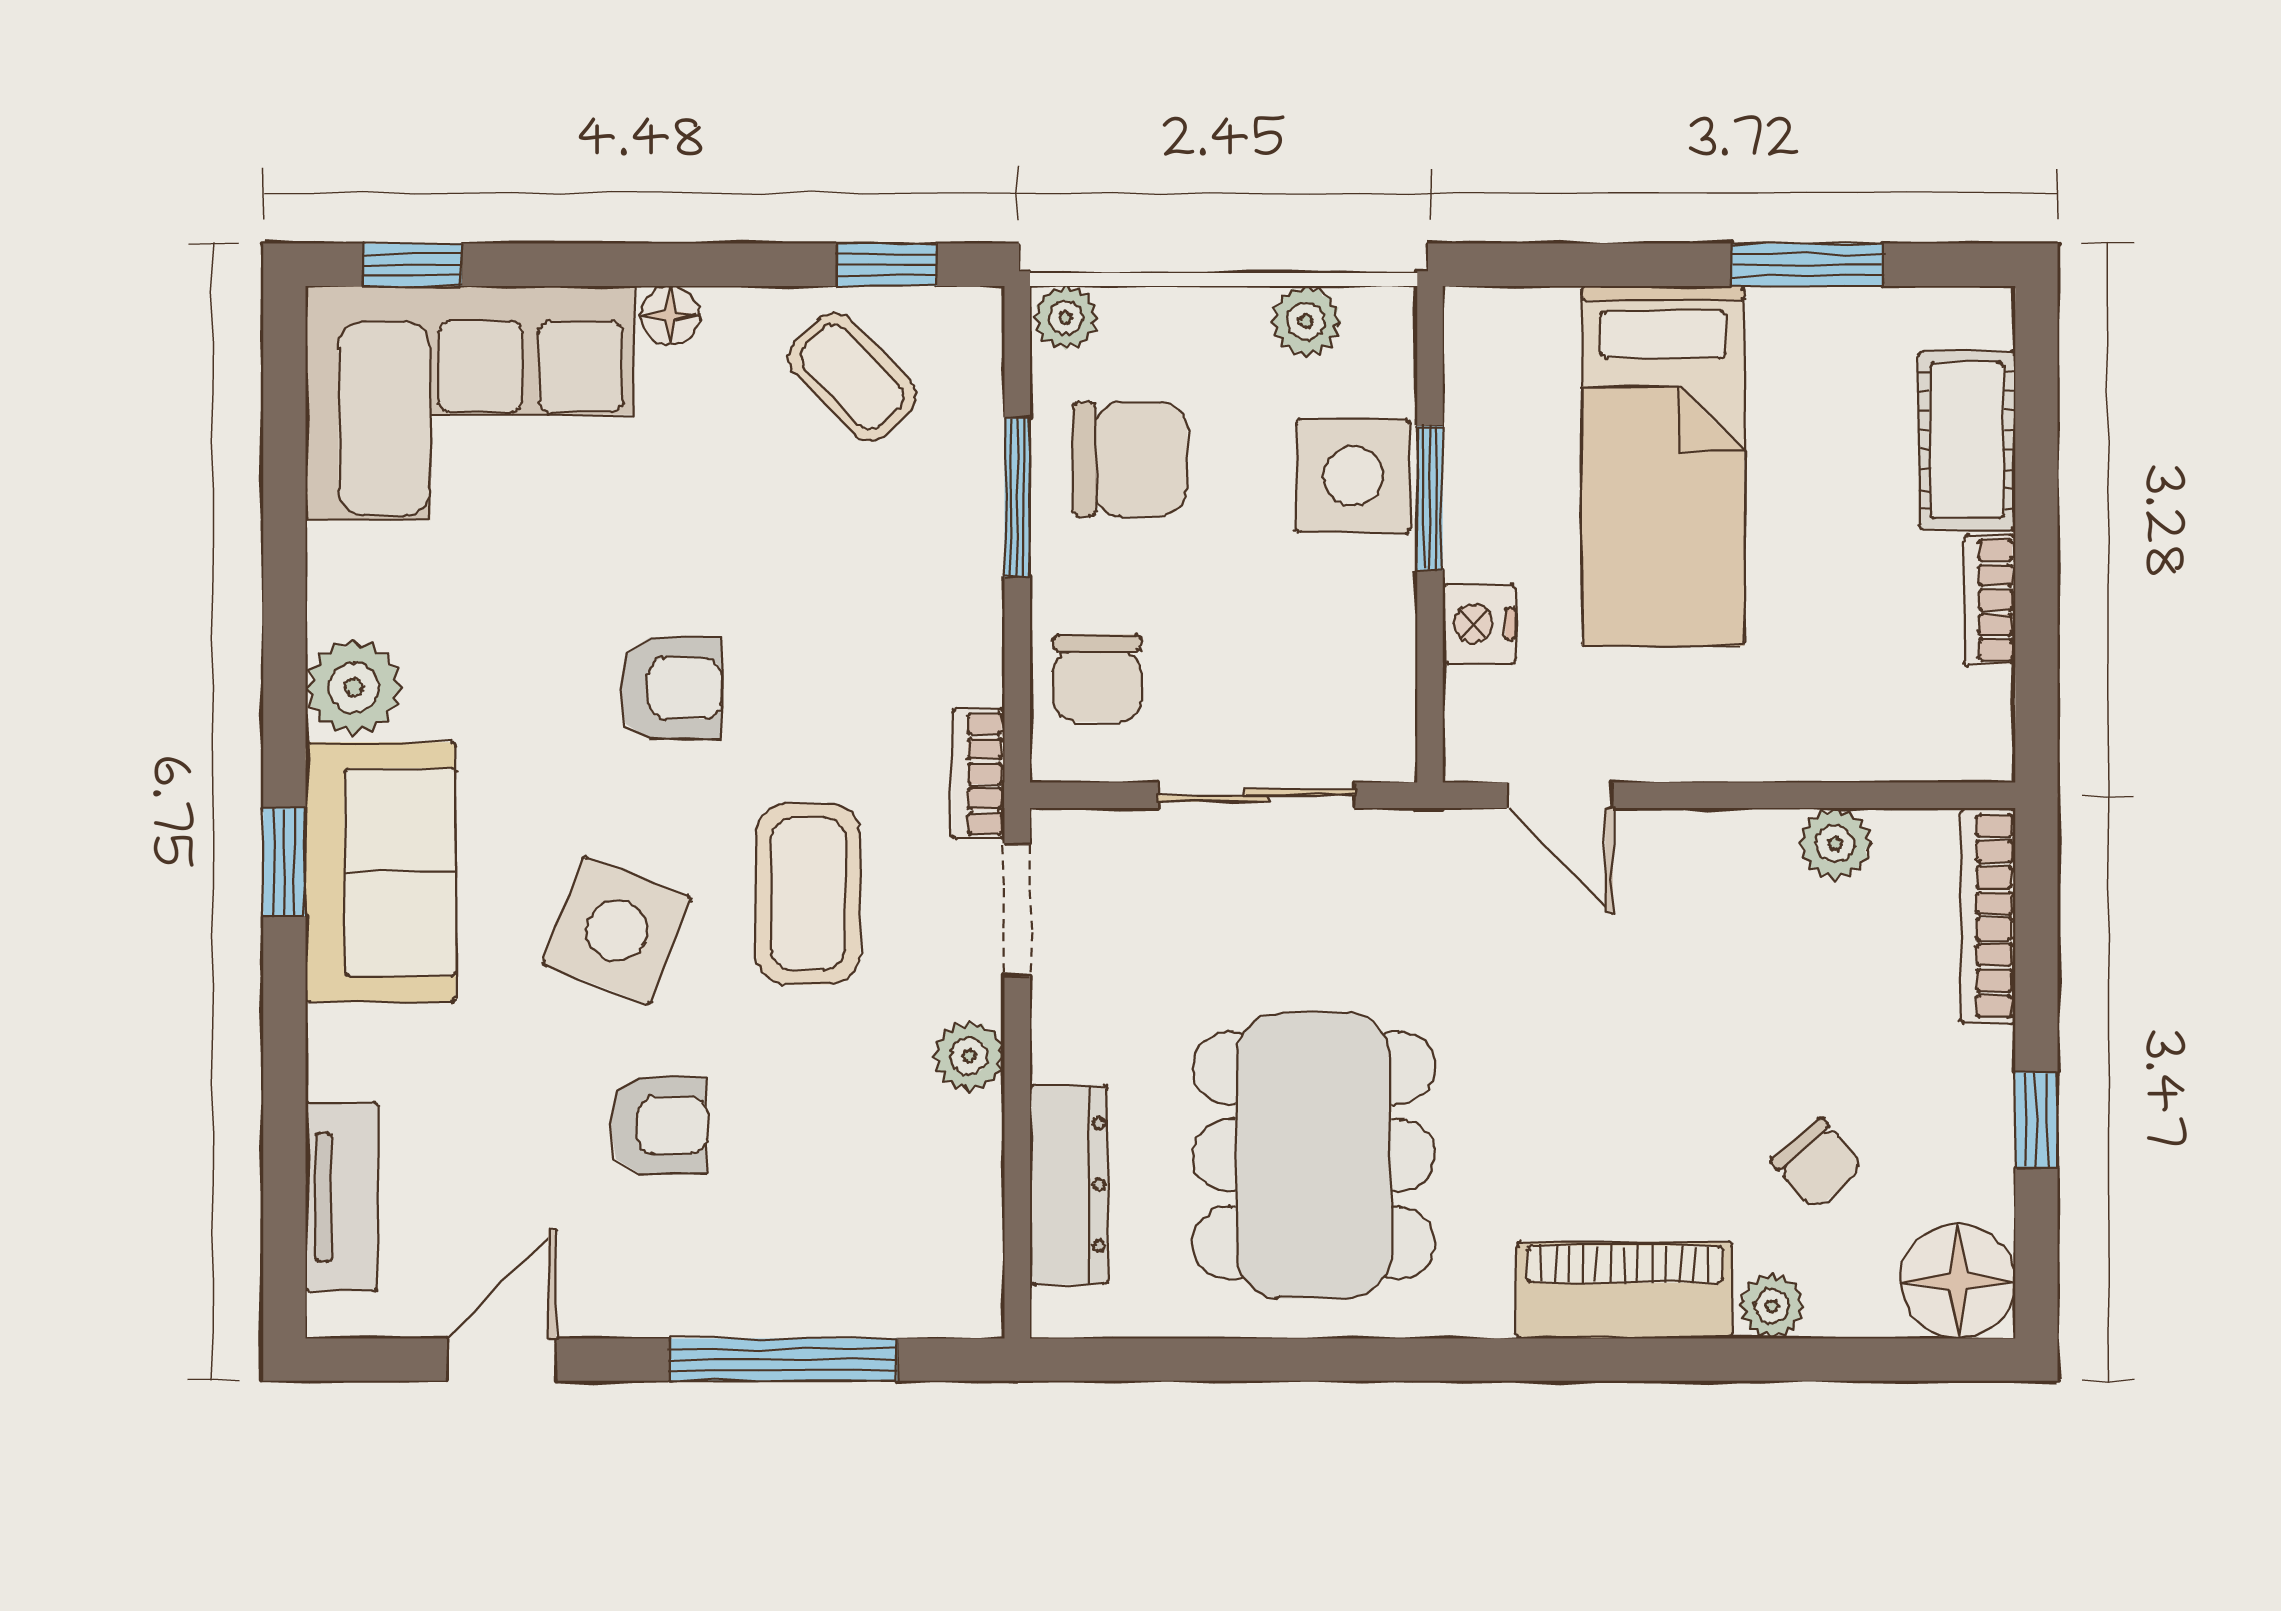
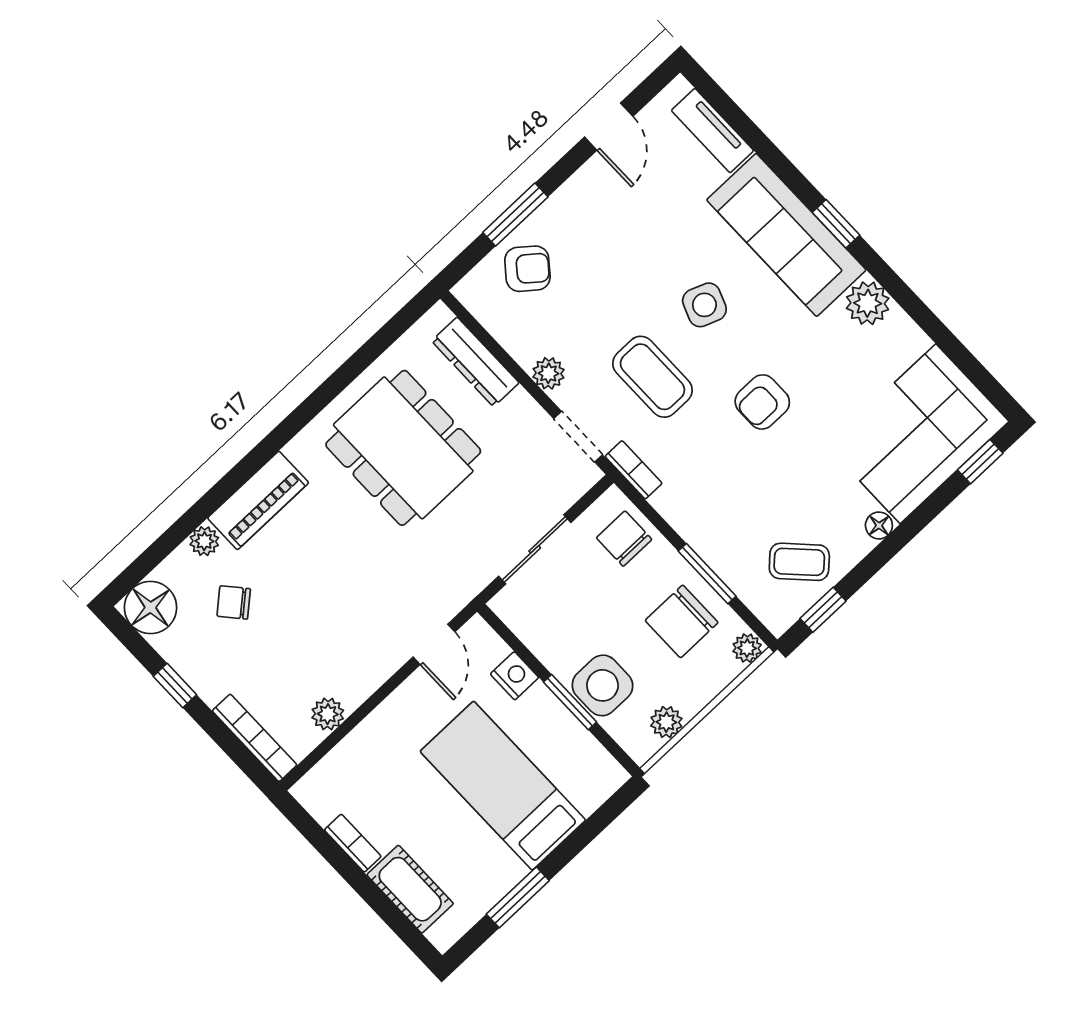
door: (1560, 795) -> (434, 644), swing flipped
sofa: (381, 872) -> (786, 235), width x1.36
side table: (617, 931) -> (704, 305), width x0.73, depth x0.73
armchair: (659, 1125) -> (527, 269), moved, turned -141
window: (783, 1360) -> (515, 215), width x0.69

